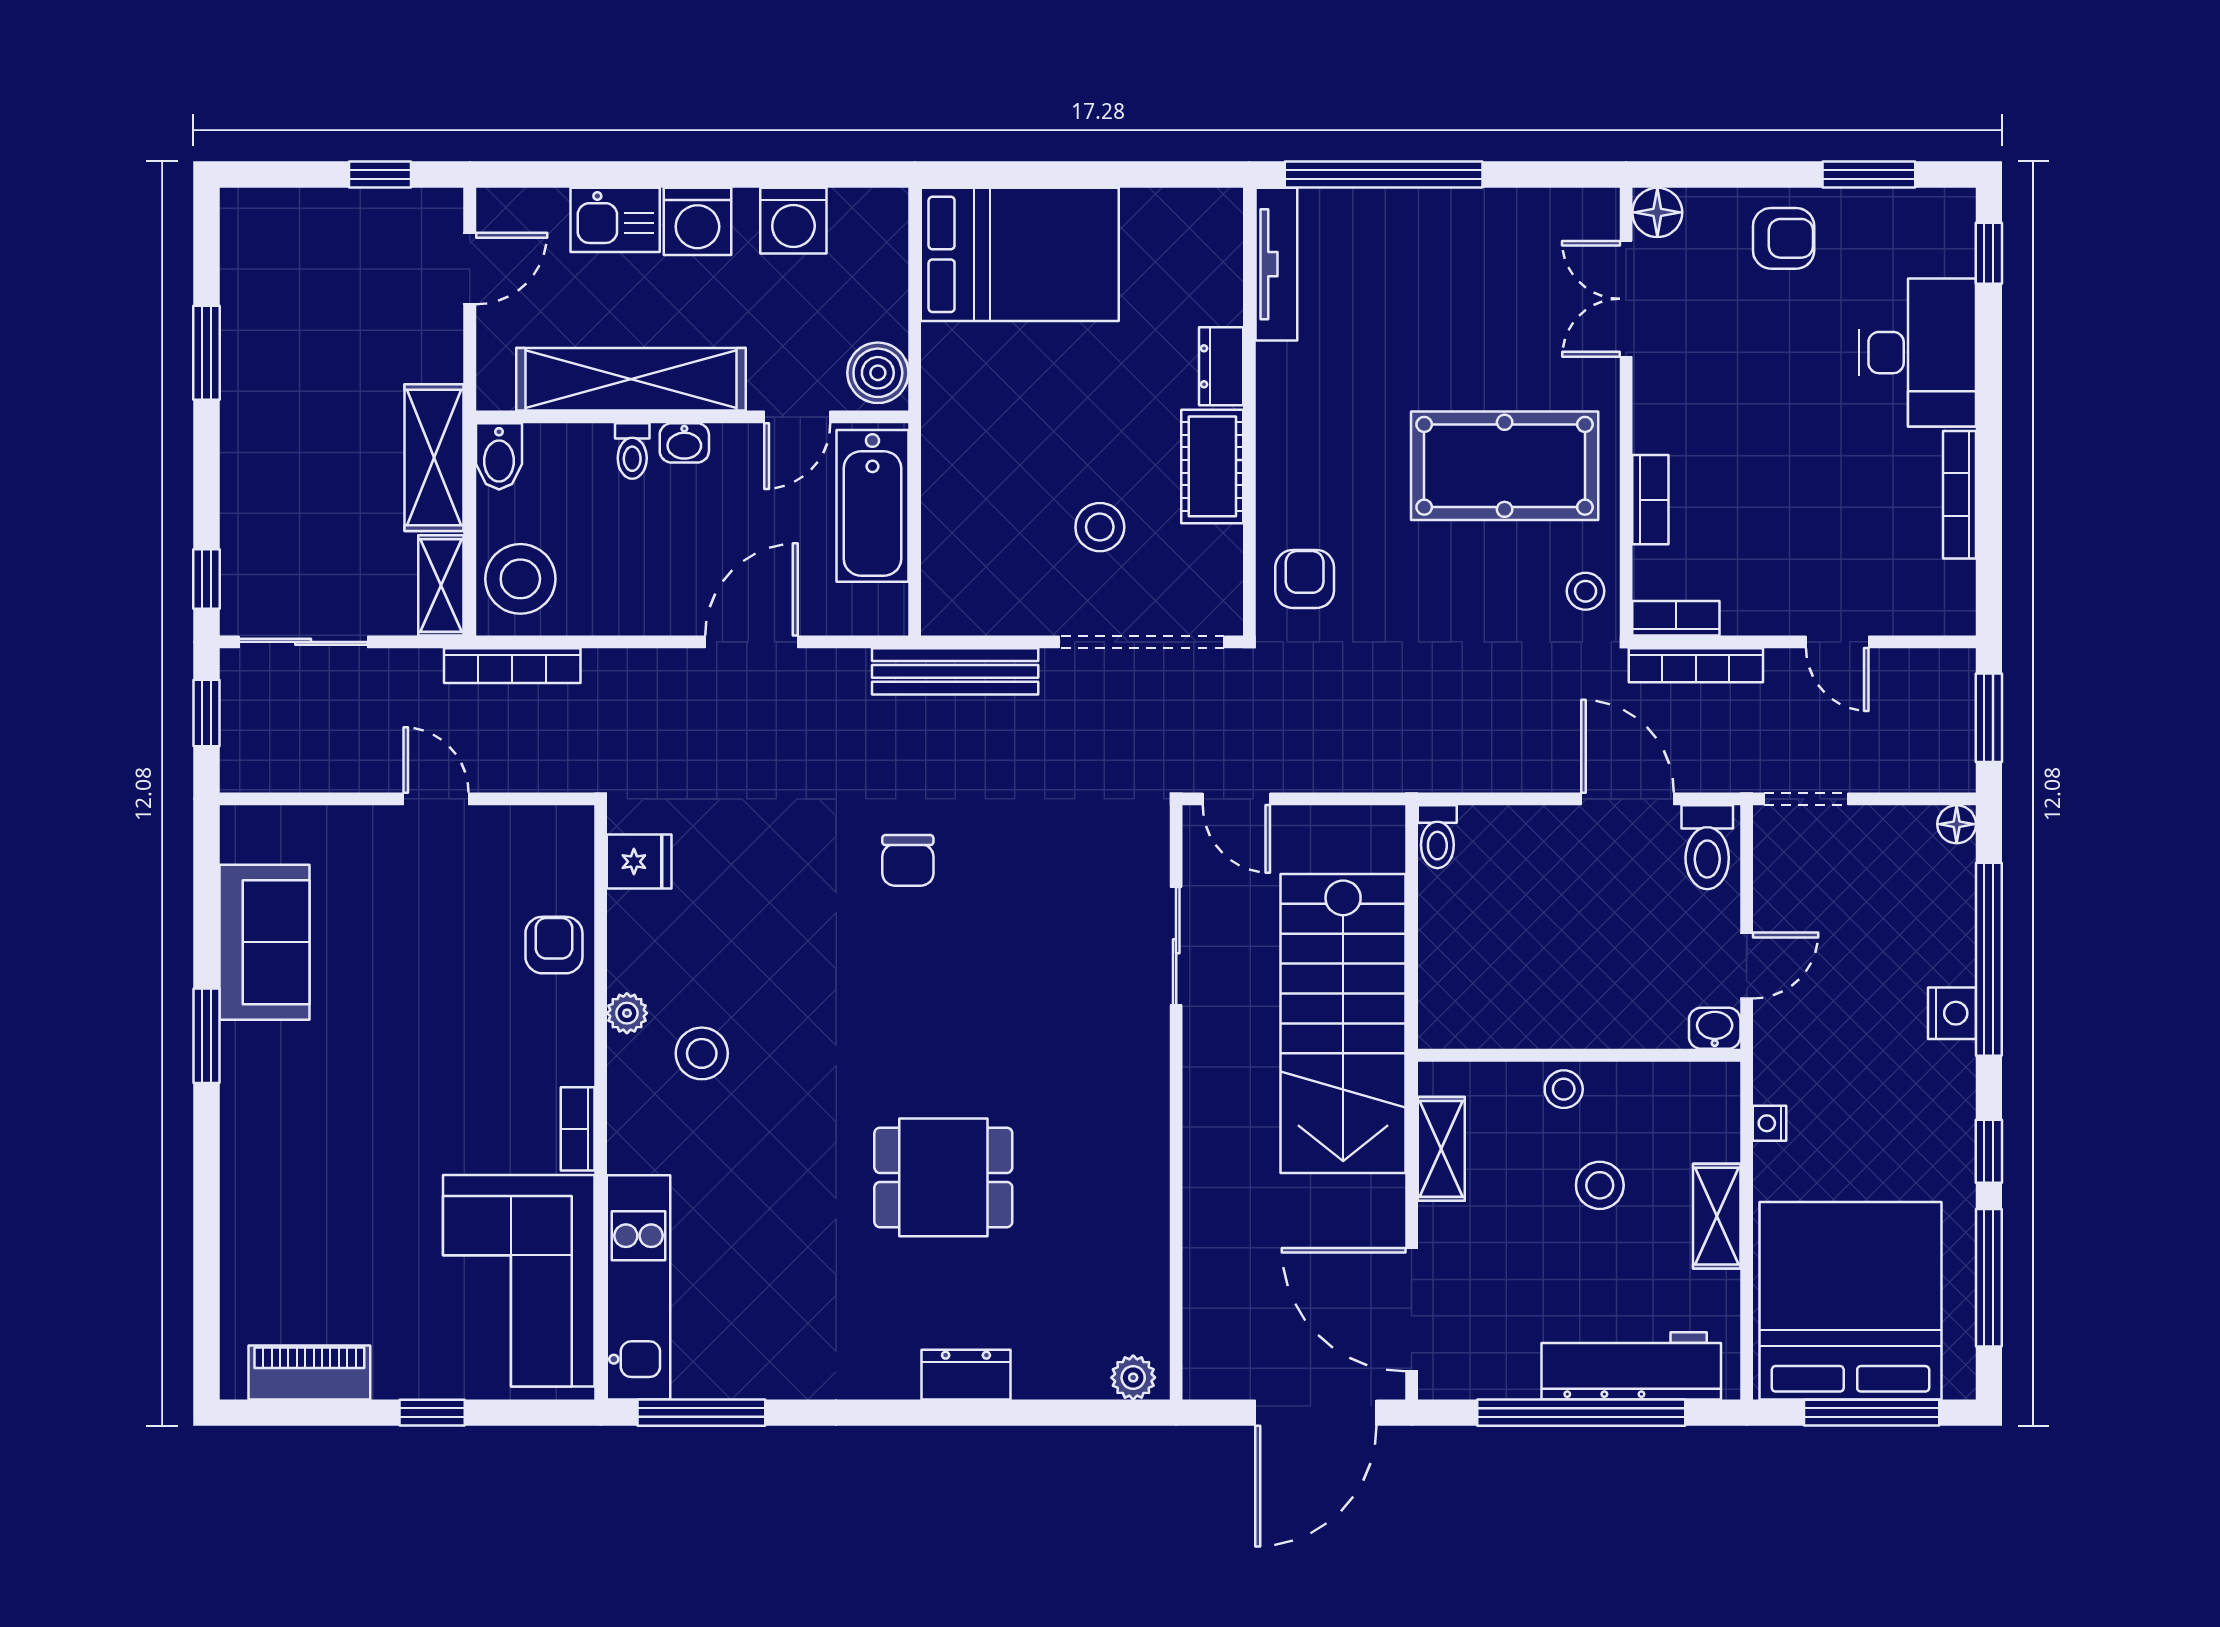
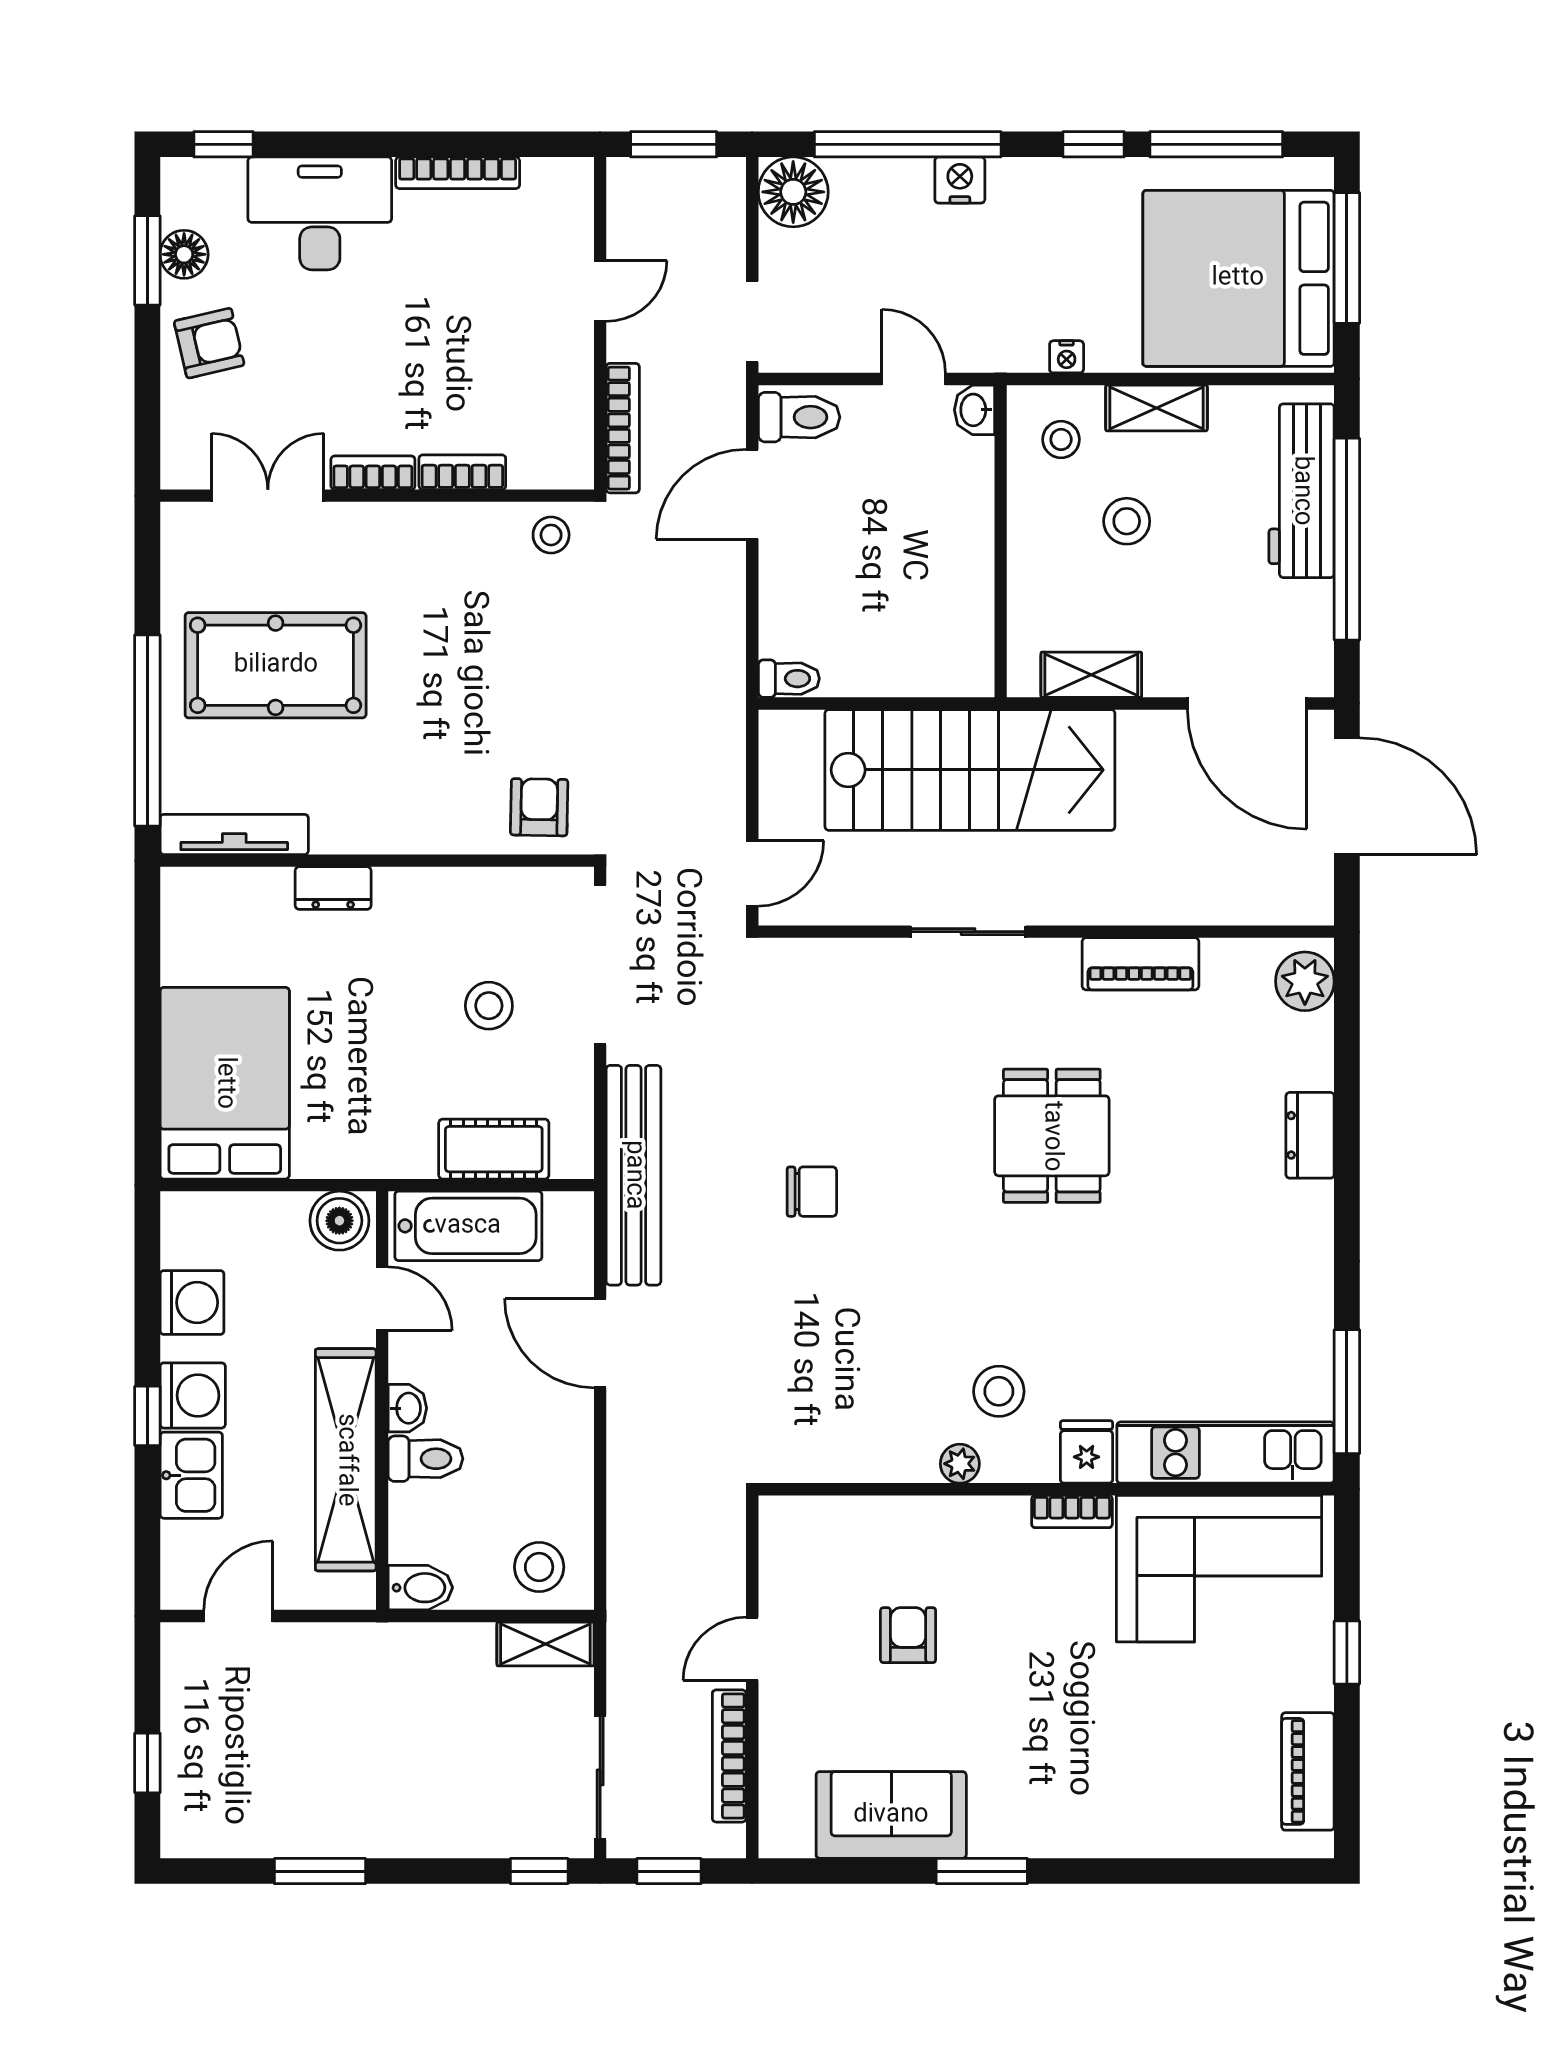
window: (380, 175) -> (147, 1763), moved
window: (676, 175) -> (147, 1416), added
floor lamp: (1657, 212) -> (184, 254), moved
armchair: (1784, 238) -> (209, 343), turned 77
door: (470, 268) -> (238, 1616), hinge flipped
double door: (1626, 299) -> (268, 496), swing flipped
toilet: (632, 451) -> (426, 1459), width x1.37, depth x1.39
shelving: (434, 458) -> (422, 1651), removed
cot: (1212, 466) -> (494, 1149), moved
pool table: (1505, 466) -> (276, 665), moved, turned 90
stool: (520, 579) -> (539, 1567), width x0.73, depth x0.73
armchair: (1305, 579) -> (539, 807), turned 91
bookcase: (1676, 618) -> (373, 473), moved, turned 90
bookcase: (512, 666) -> (729, 1756), moved, turned 180
bench: (955, 671) -> (634, 1175), width x1.37, depth x1.21
floor lamp: (1957, 824) -> (793, 192), width x1.89, depth x1.89
fridge: (639, 862) -> (1087, 1452), moved
armchair: (554, 945) -> (908, 1635), moved, turned 90
sliding door: (1176, 946) -> (968, 932), moved
stool: (1564, 1089) -> (1061, 439), moved
dining table: (943, 1177) -> (1052, 1136), moved
piano: (1143, 1200) -> (1140, 964), added
door: (1412, 1310) -> (1247, 703), hinge flipped
plant: (1133, 1378) -> (1305, 981), width x1.38, depth x1.38

